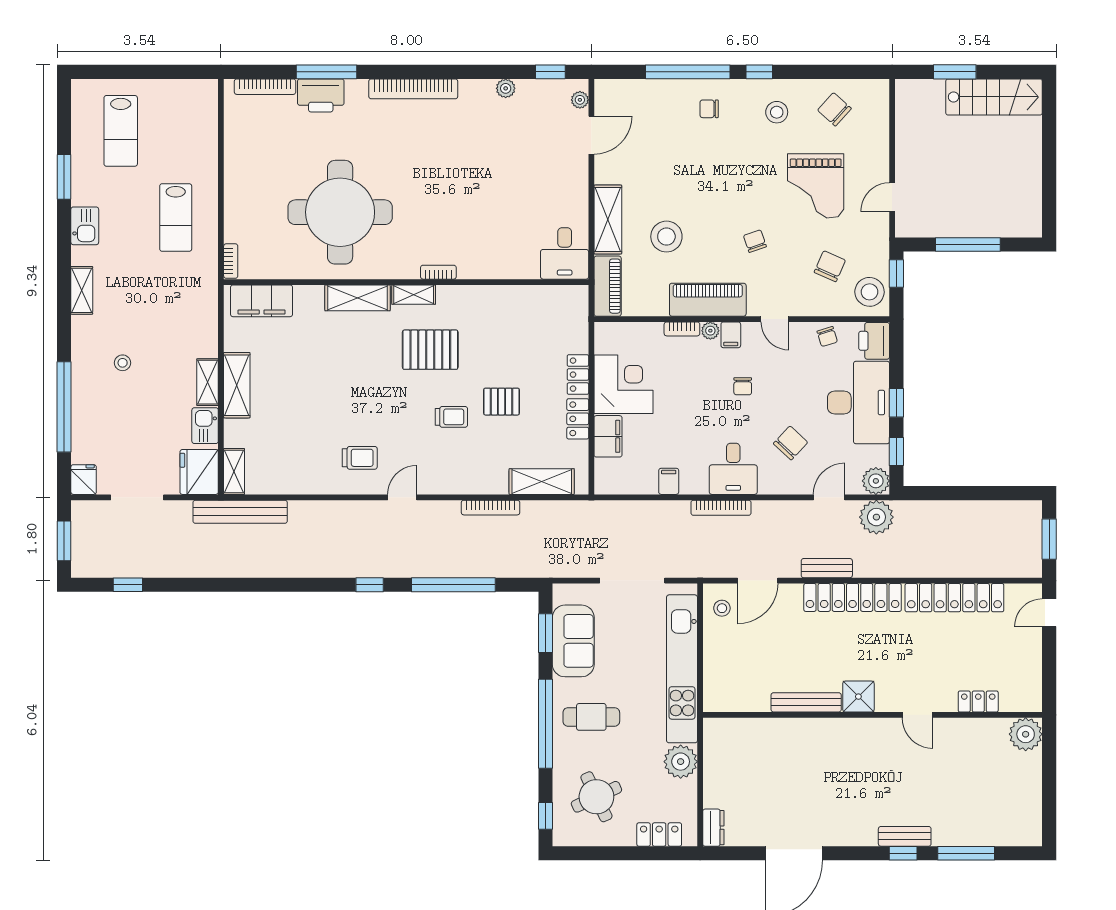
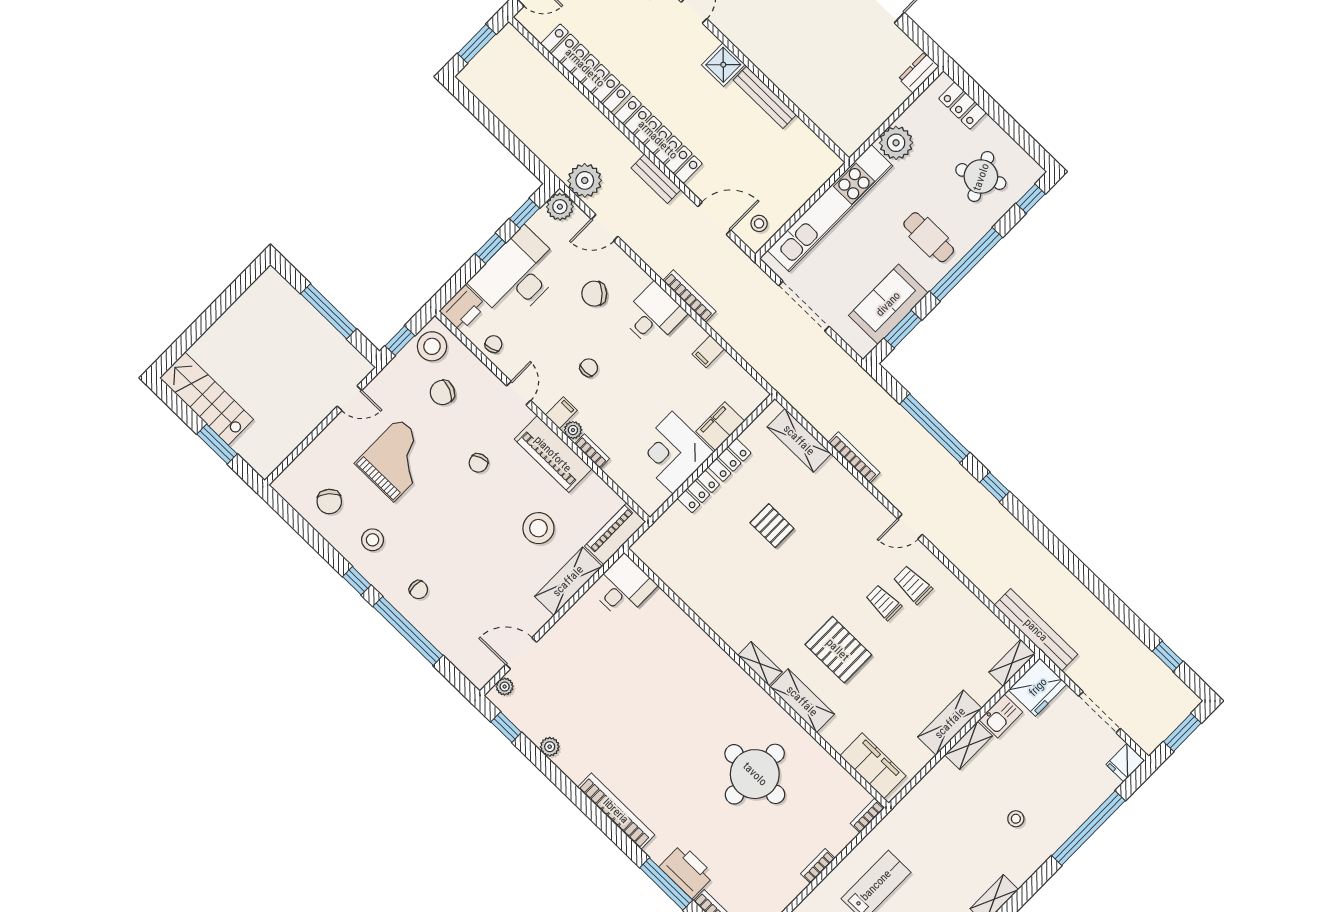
round table: (340, 212) -> (755, 774), width x0.73, depth x0.73
bookcase: (438, 272) -> (818, 866), moved, turned 90
pallet: (430, 350) -> (838, 650), moved
trolley: (451, 417) -> (884, 602), moved

